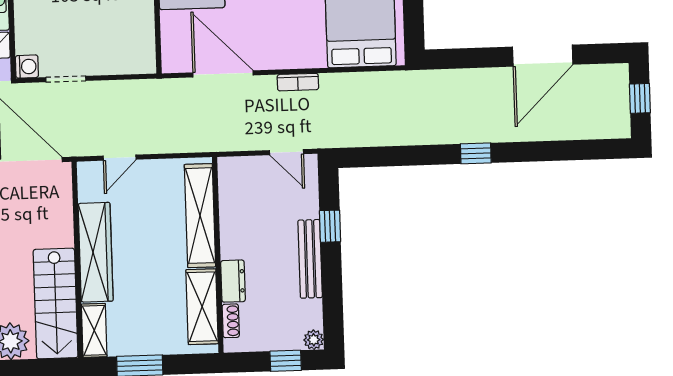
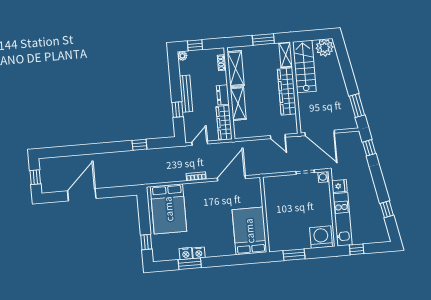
door: (223, 74) -> (231, 178), swing flipped
door: (287, 152) -> (200, 143), hinge flipped
window: (476, 153) -> (139, 145), moved
door: (120, 158) -> (278, 136), swing flipped
wardrobe: (232, 193) -> (224, 123), added
shelving: (200, 216) -> (238, 104), width x0.68
dresser: (233, 281) -> (223, 95), moved

